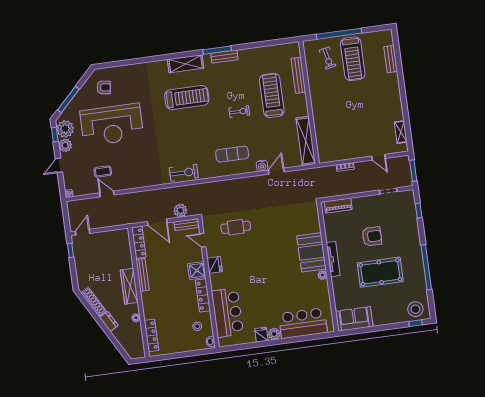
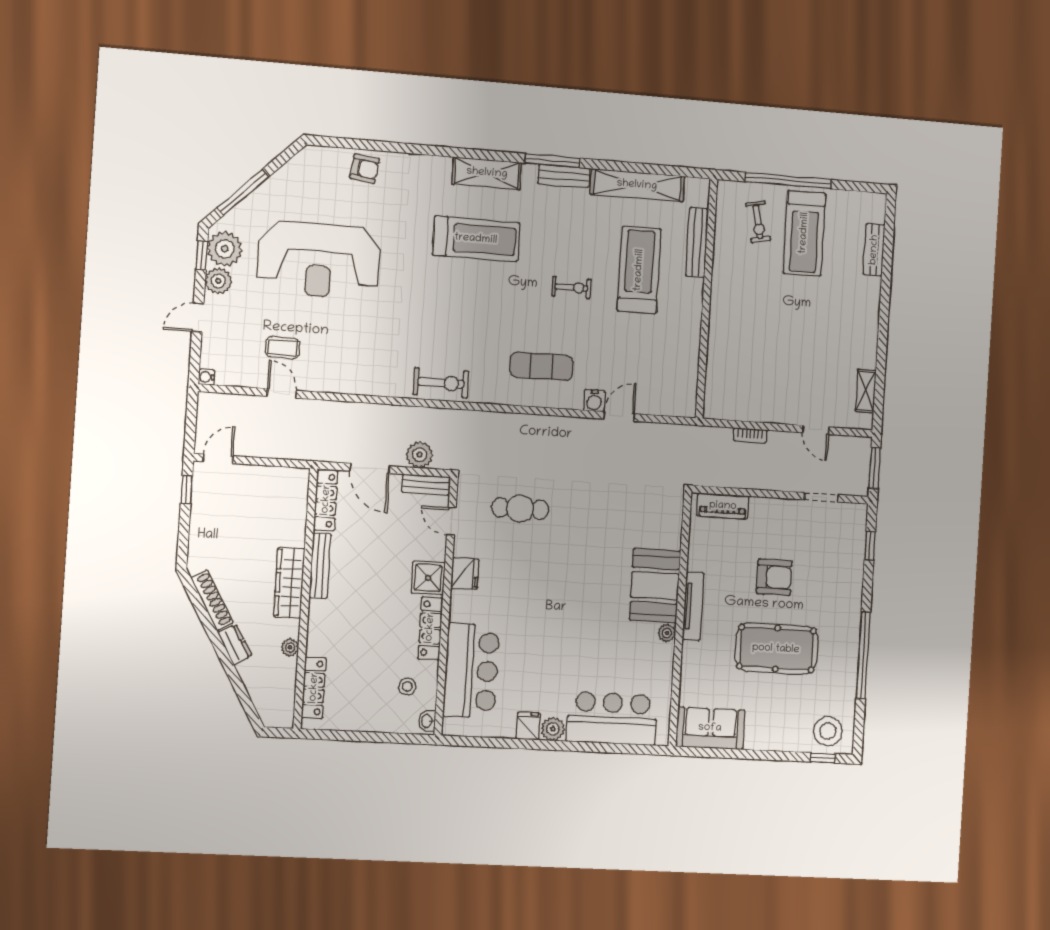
armchair: (104, 87) -> (365, 169), moved
shelving: (306, 141) -> (637, 185), moved, turned 90

